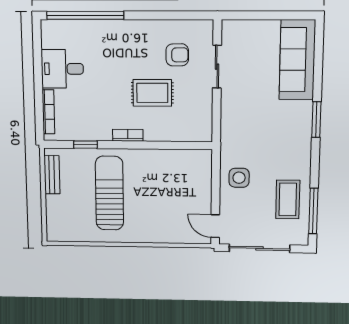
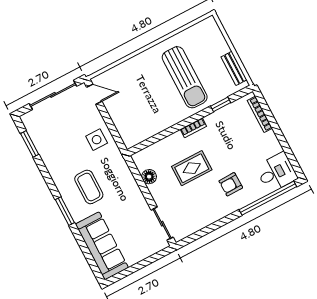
armchair: (177, 55) -> (231, 184), moved
sliding door: (217, 67) -> (162, 224), moved
desk: (62, 69) -> (276, 172), moved
floor lamp: (204, 108) -> (149, 177), added
coffee table: (288, 199) -> (89, 187), moved
window: (313, 211) -> (30, 144), width x0.69

